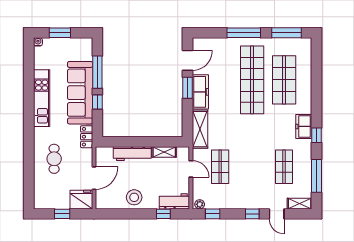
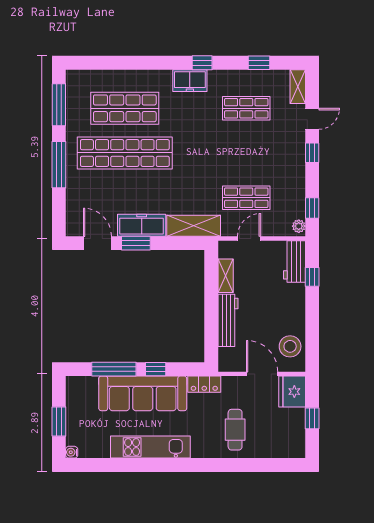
cafe table: (54, 159) -> (235, 430), turned 90
window: (317, 176) -> (259, 63), width x0.46
stool: (134, 197) -> (290, 346), moved

